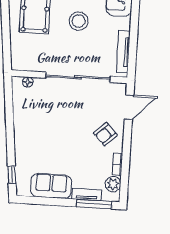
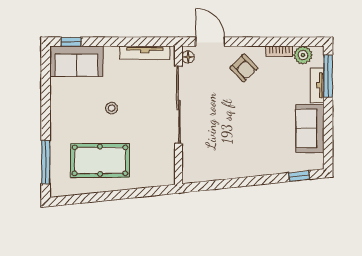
stool: (79, 21) -> (112, 108), width x0.53, depth x0.53
floor lamp: (28, 82) -> (188, 57), moved

